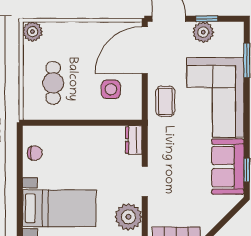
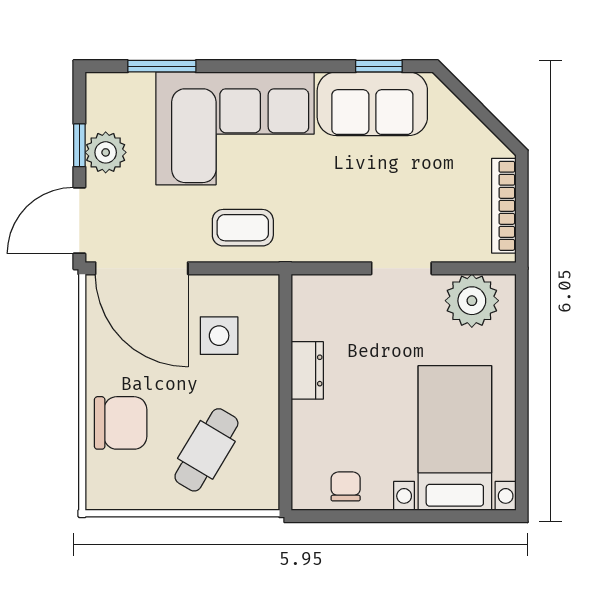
plant: (33, 32) -> (105, 491), removed
chair: (67, 40) -> (121, 423), added
cafe table: (53, 83) -> (206, 450), turned -59
dresser: (134, 140) -> (307, 370), moved, turned -90

